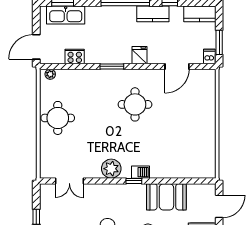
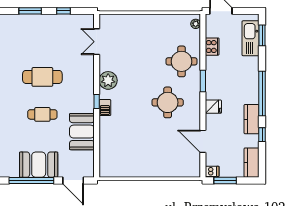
round table: (58, 118) -> (182, 61), moved

